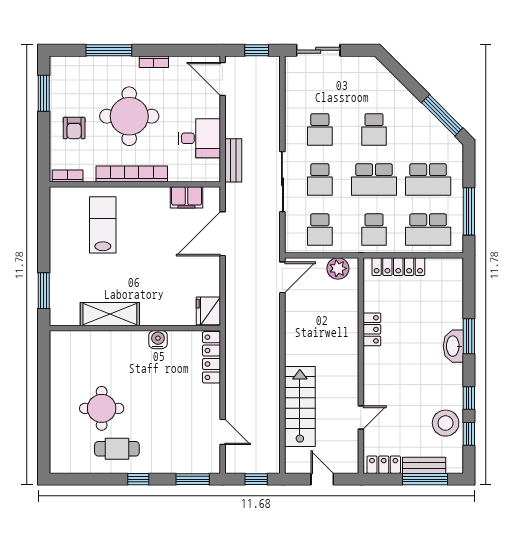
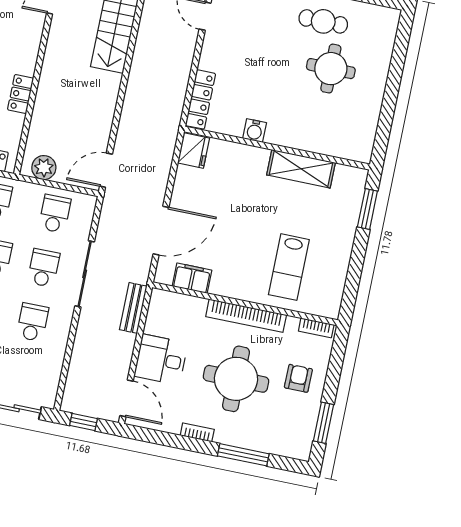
desk: (199, 138) -> (161, 360), moved

